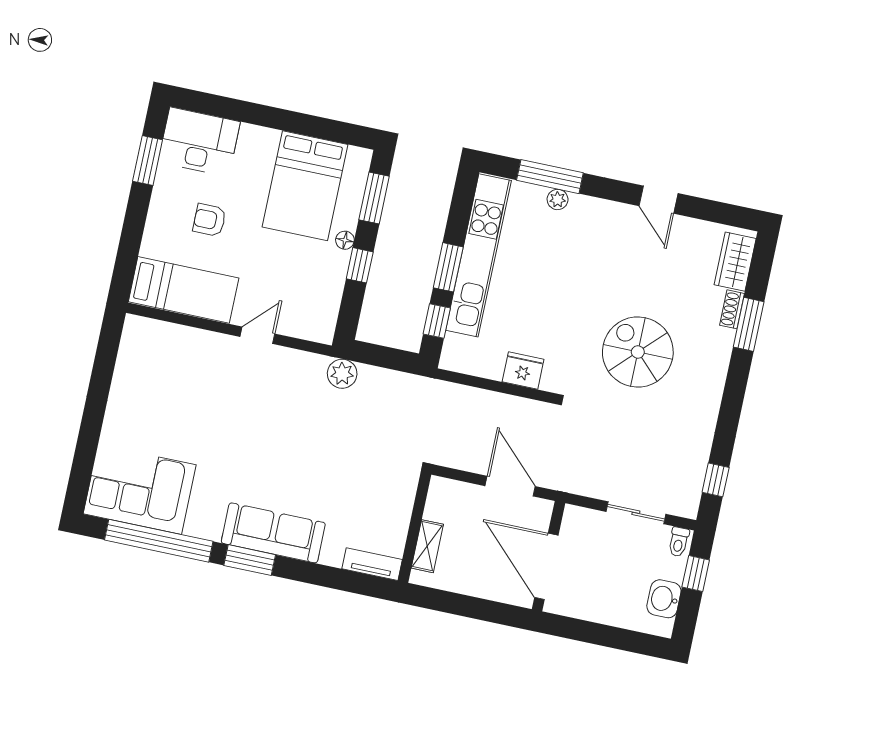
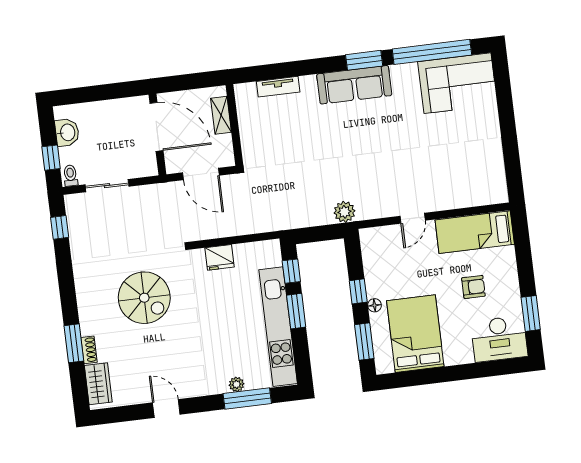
wall: (414, 528) -> (234, 125), moved
shelving: (427, 546) -> (221, 115), moved

